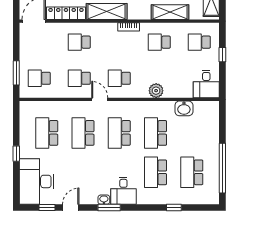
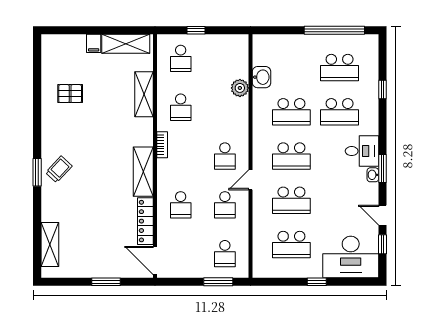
desk: (206, 84) -> (232, 50), removed
plant: (156, 91) -> (240, 88), moved

